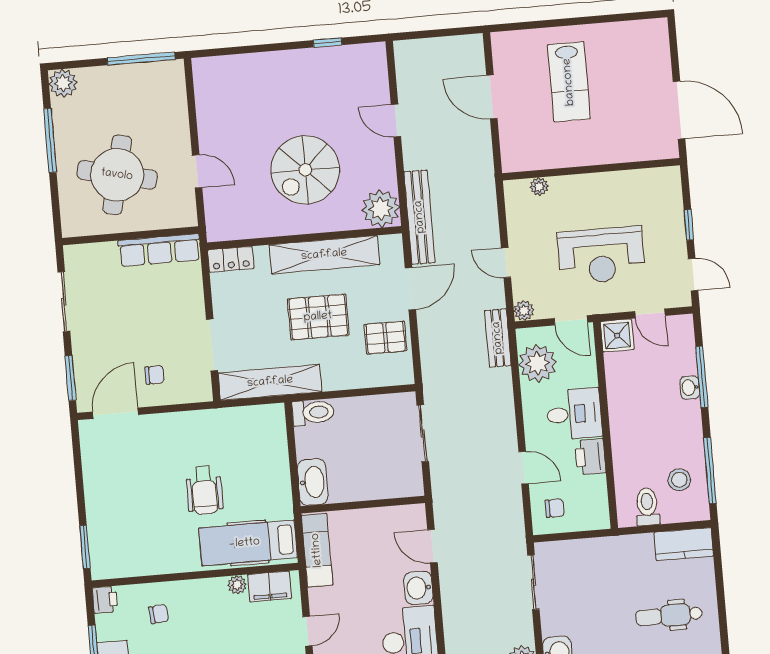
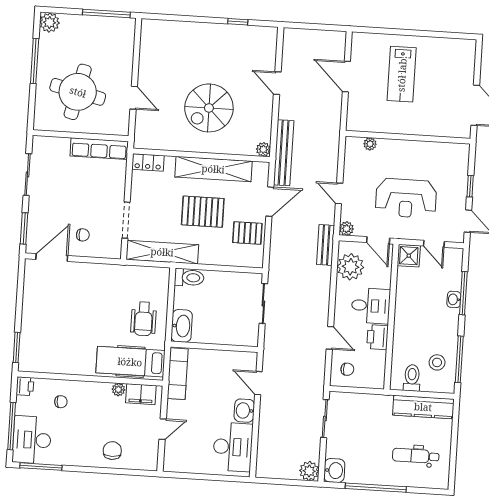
plant: (381, 209) -> (263, 149), width x0.53, depth x0.53
wheelchair: (204, 490) -> (144, 319), moved
kitchen counter: (684, 544) -> (423, 407), width x1.50

